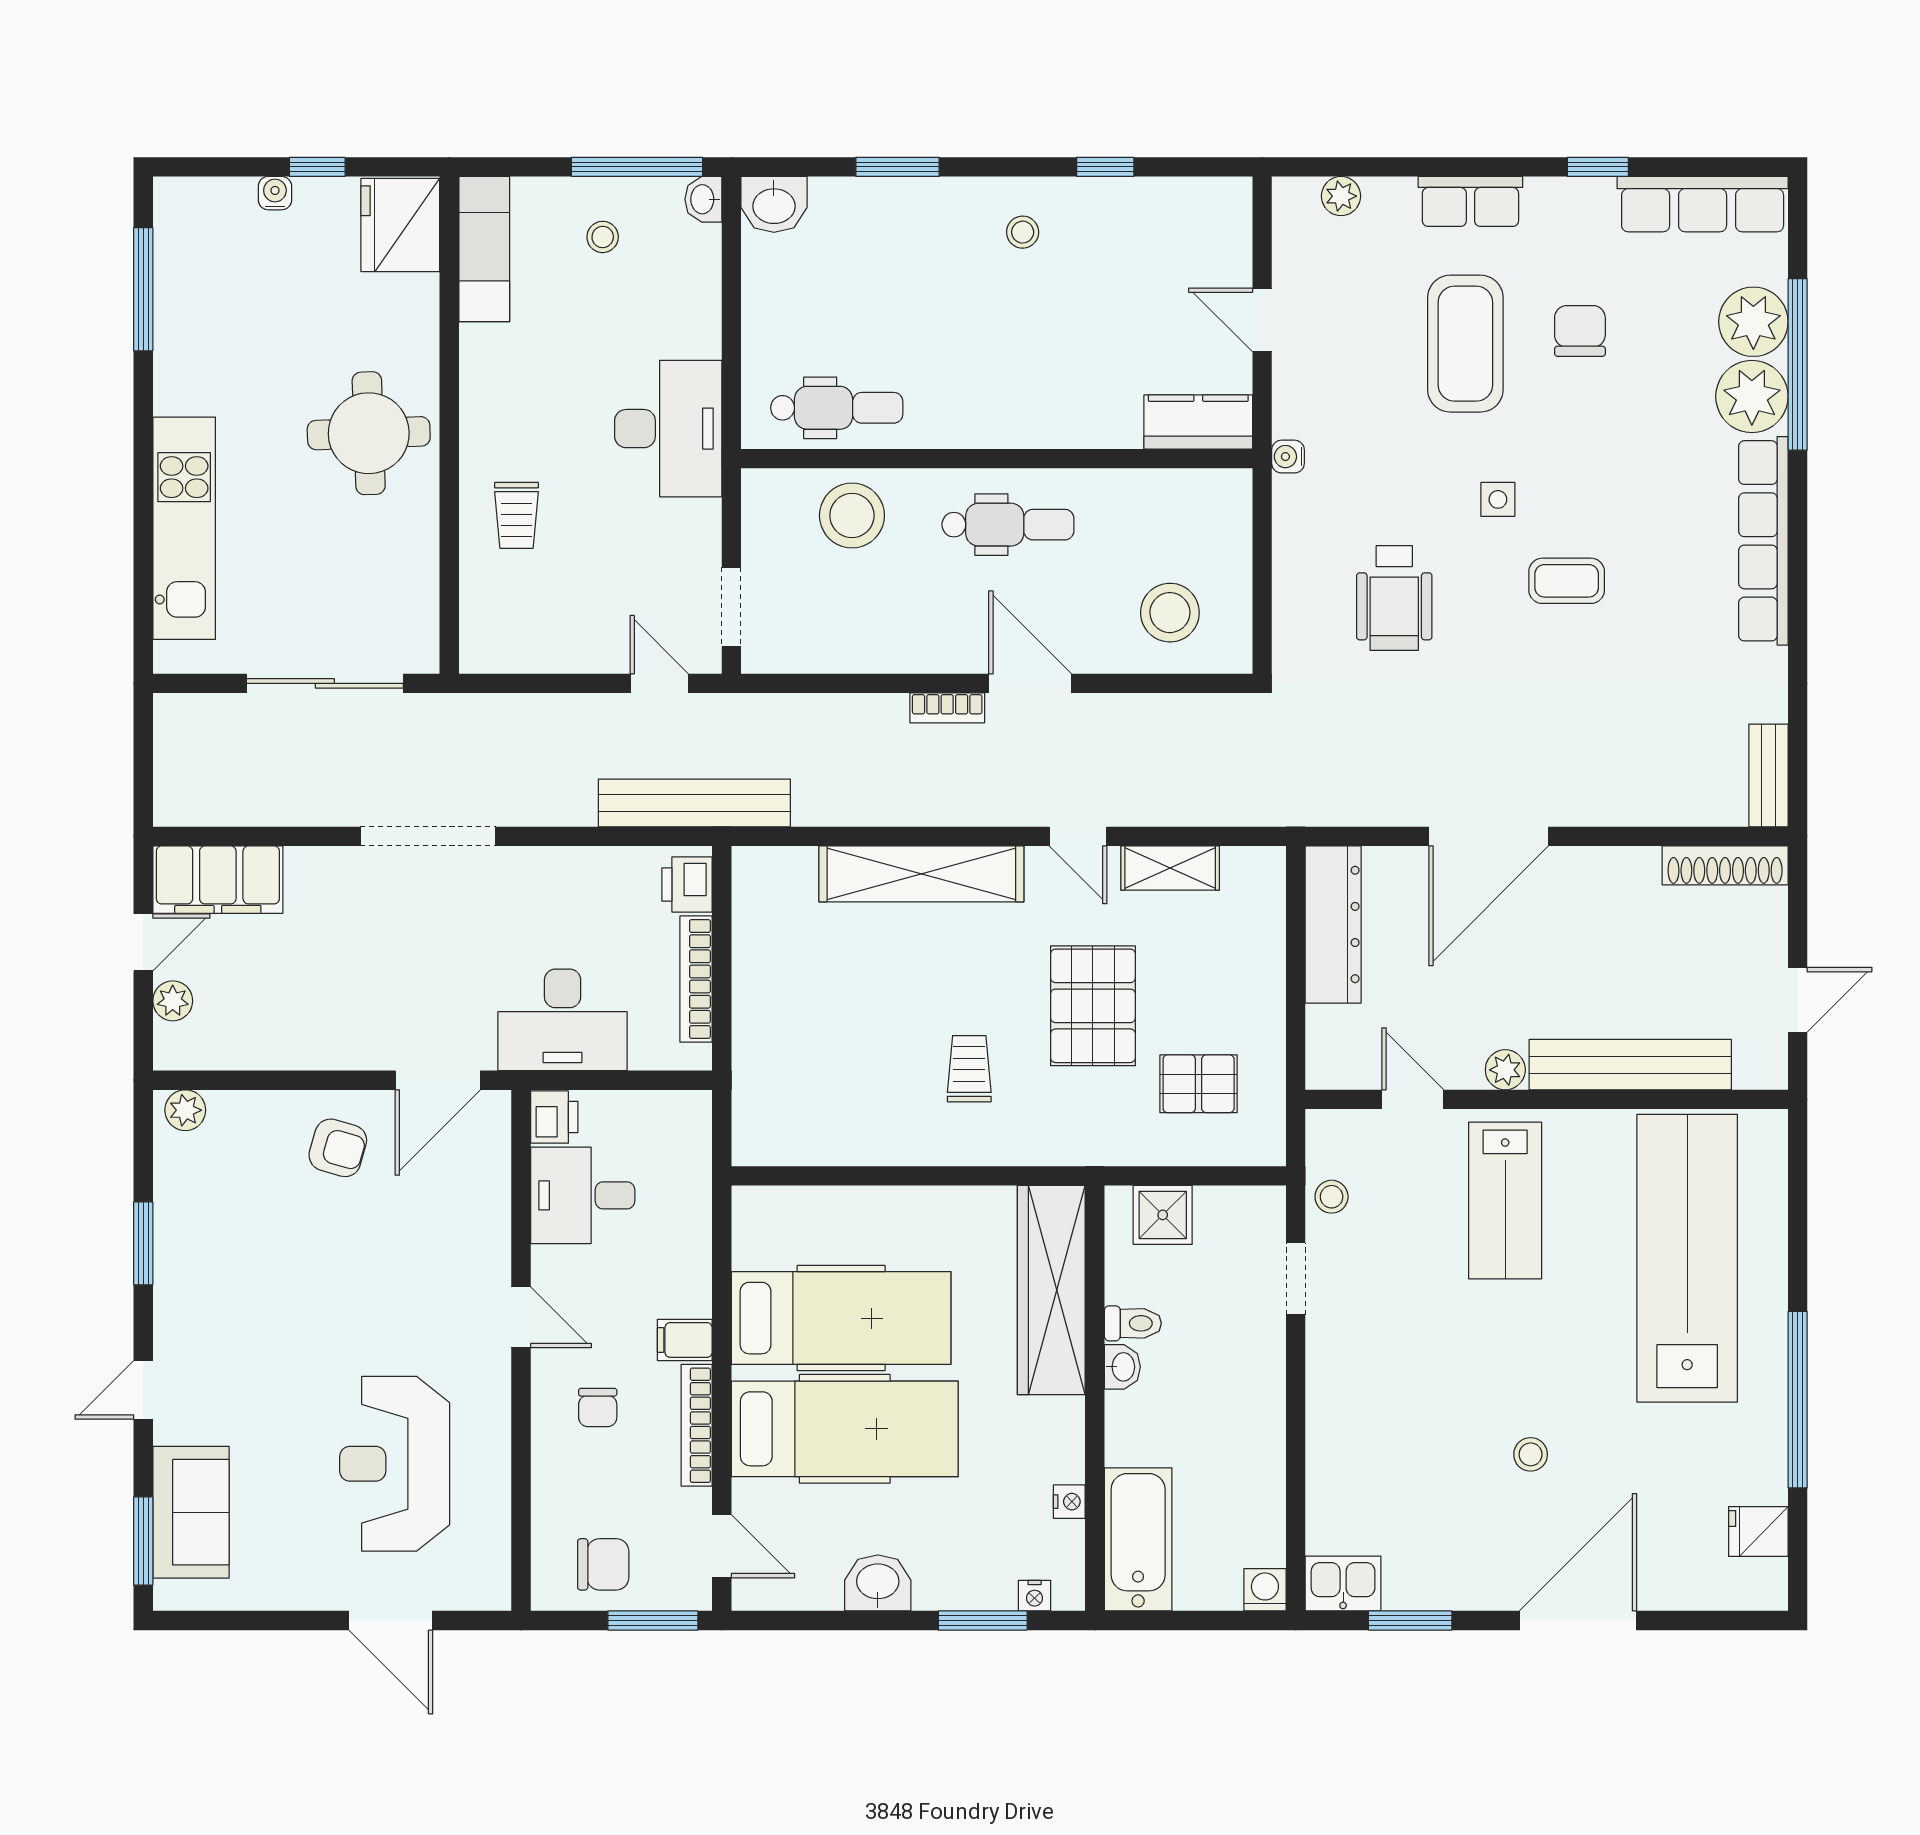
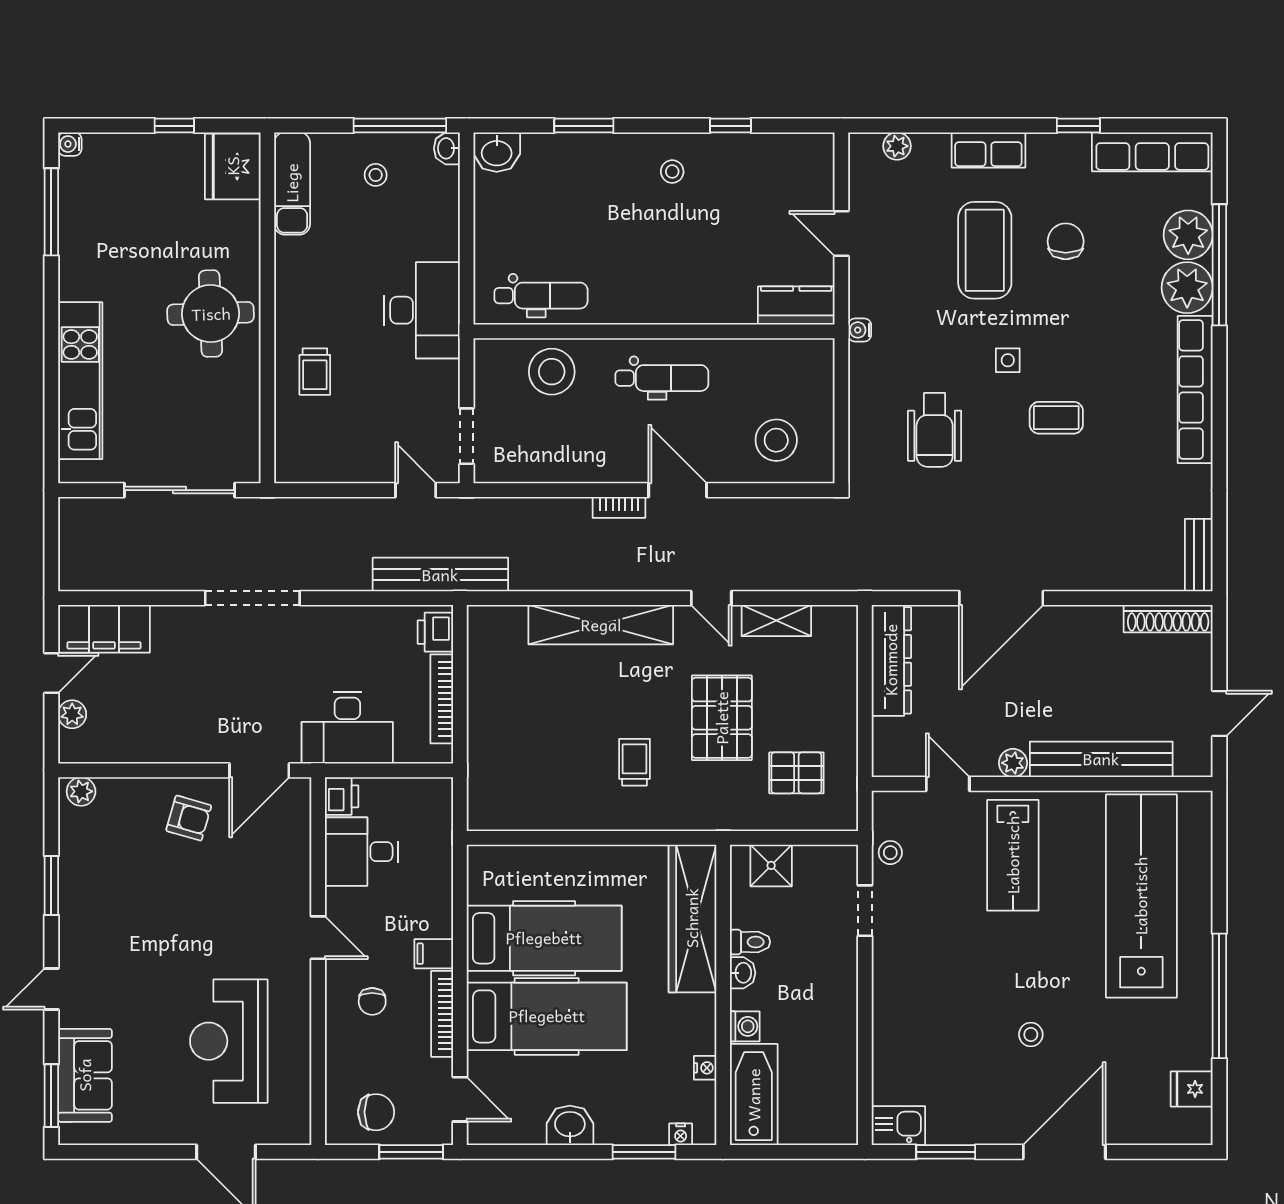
water cooler: (275, 193) -> (70, 144), moved, turned -90
washing machine: (1265, 1590) -> (745, 1026), moved, turned 90

